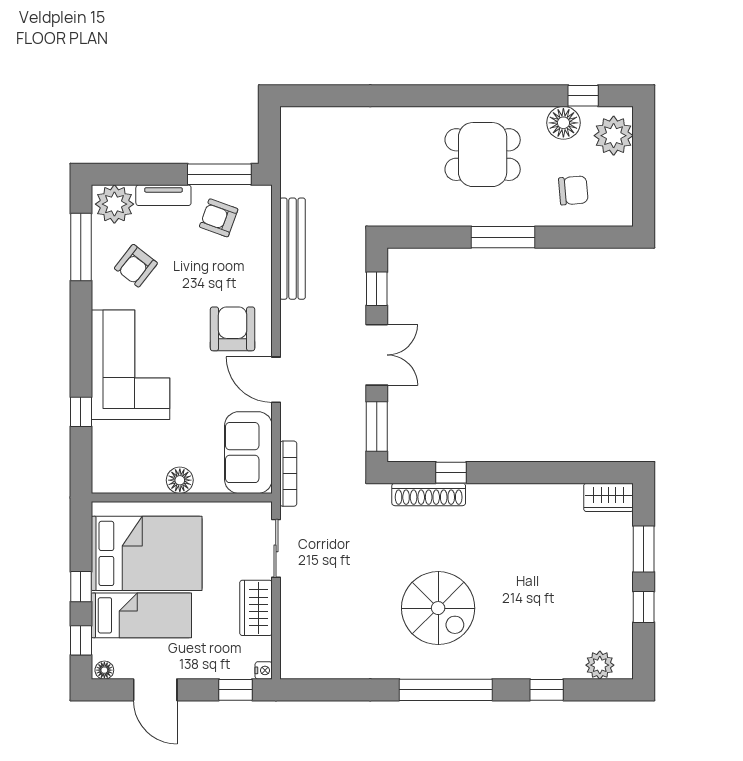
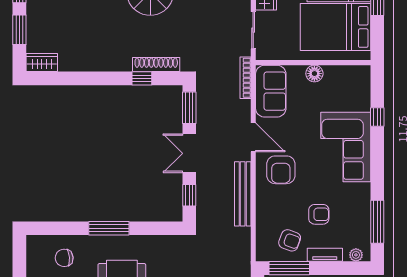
plant: (114, 204) -> (356, 255), width x0.53, depth x0.53
bench: (293, 249) -> (243, 194), moved
armchair: (136, 266) -> (319, 214), moved, turned 52

